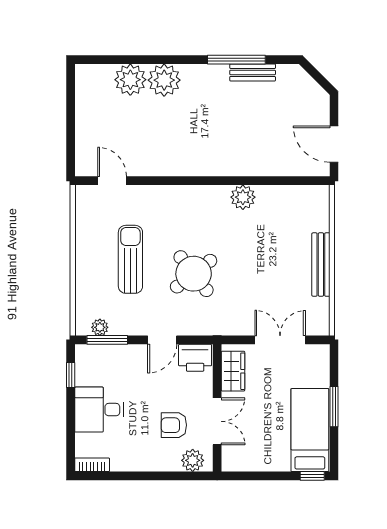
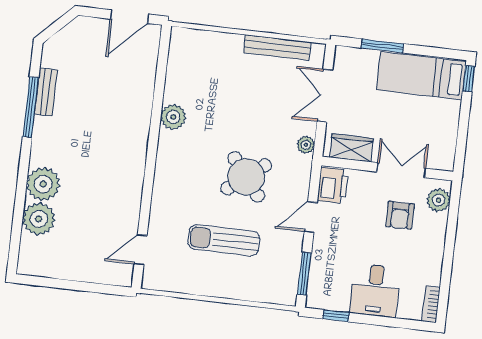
bench: (321, 265) -> (277, 48), moved
plant: (100, 327) -> (306, 145), moved
door: (162, 340) -> (311, 217), swing flipped
window: (334, 407) -> (382, 46), moved

